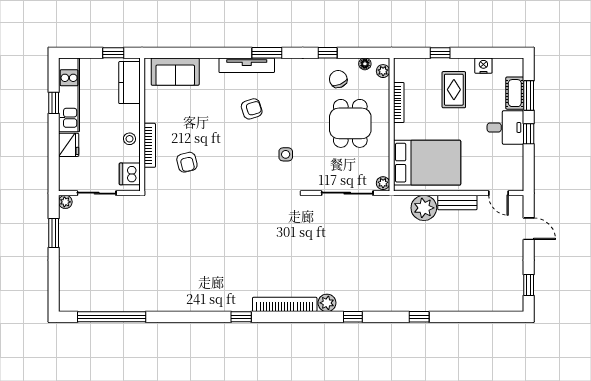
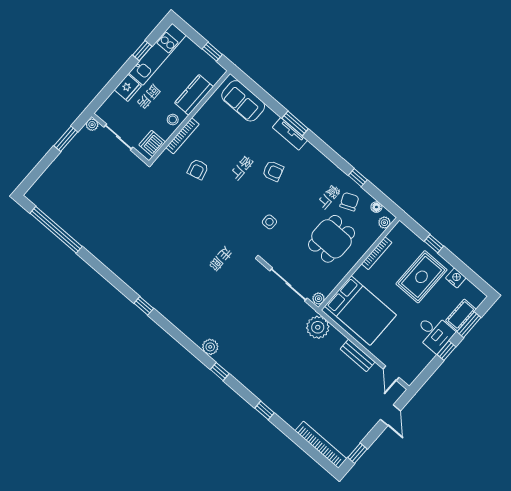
window: (267, 53) -> (295, 123), moved
tv unit: (247, 65) -> (290, 134), width x0.71
kitchen counter: (129, 83) -> (194, 95), moved
rug: (454, 90) -> (422, 277), width x1.36, depth x1.43
plant: (424, 208) -> (318, 327), moved
bookcase: (285, 304) -> (321, 445), moved

